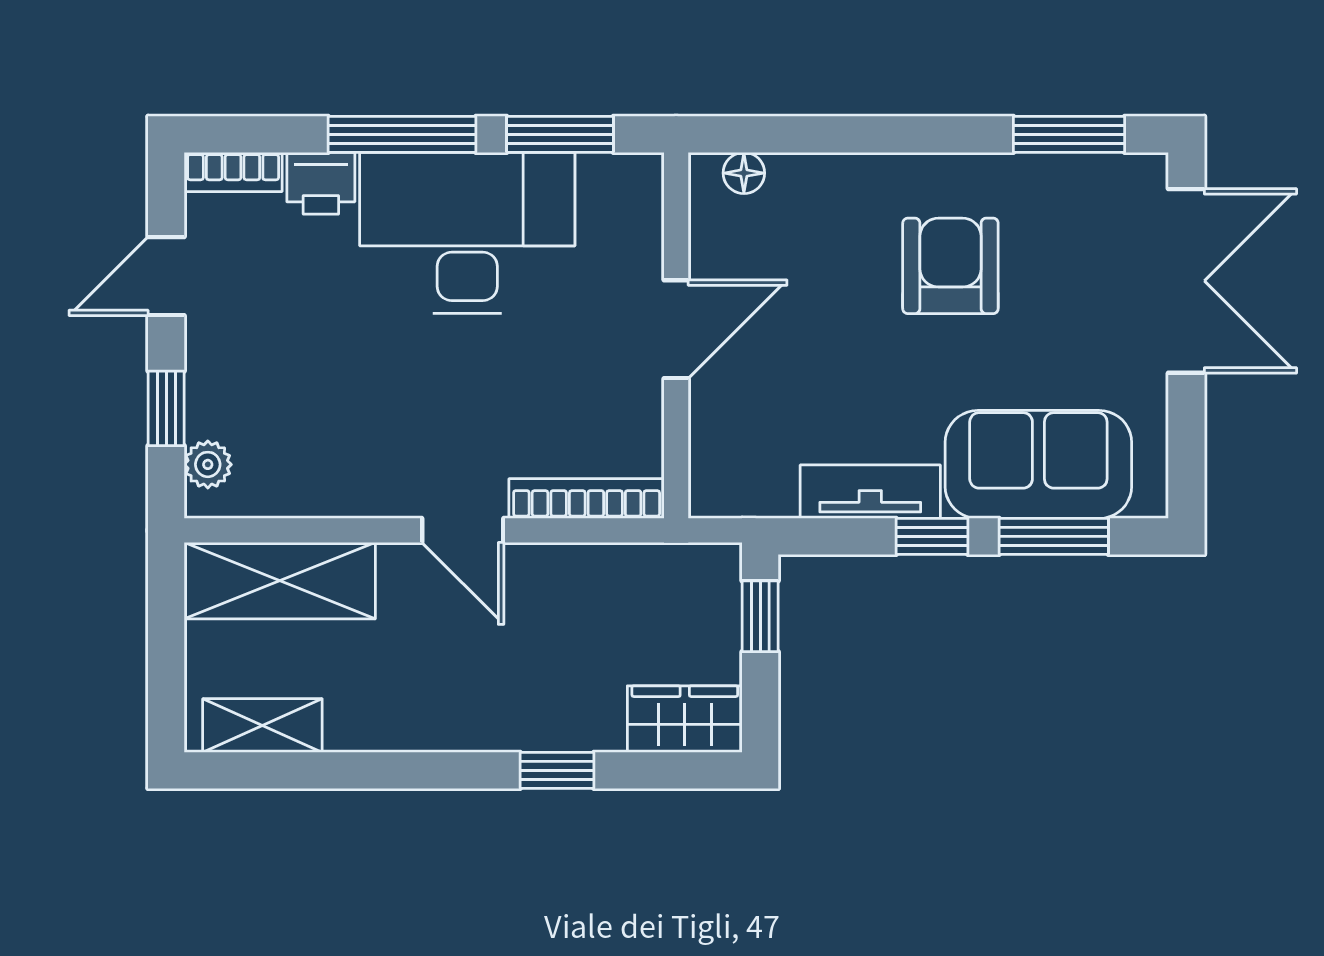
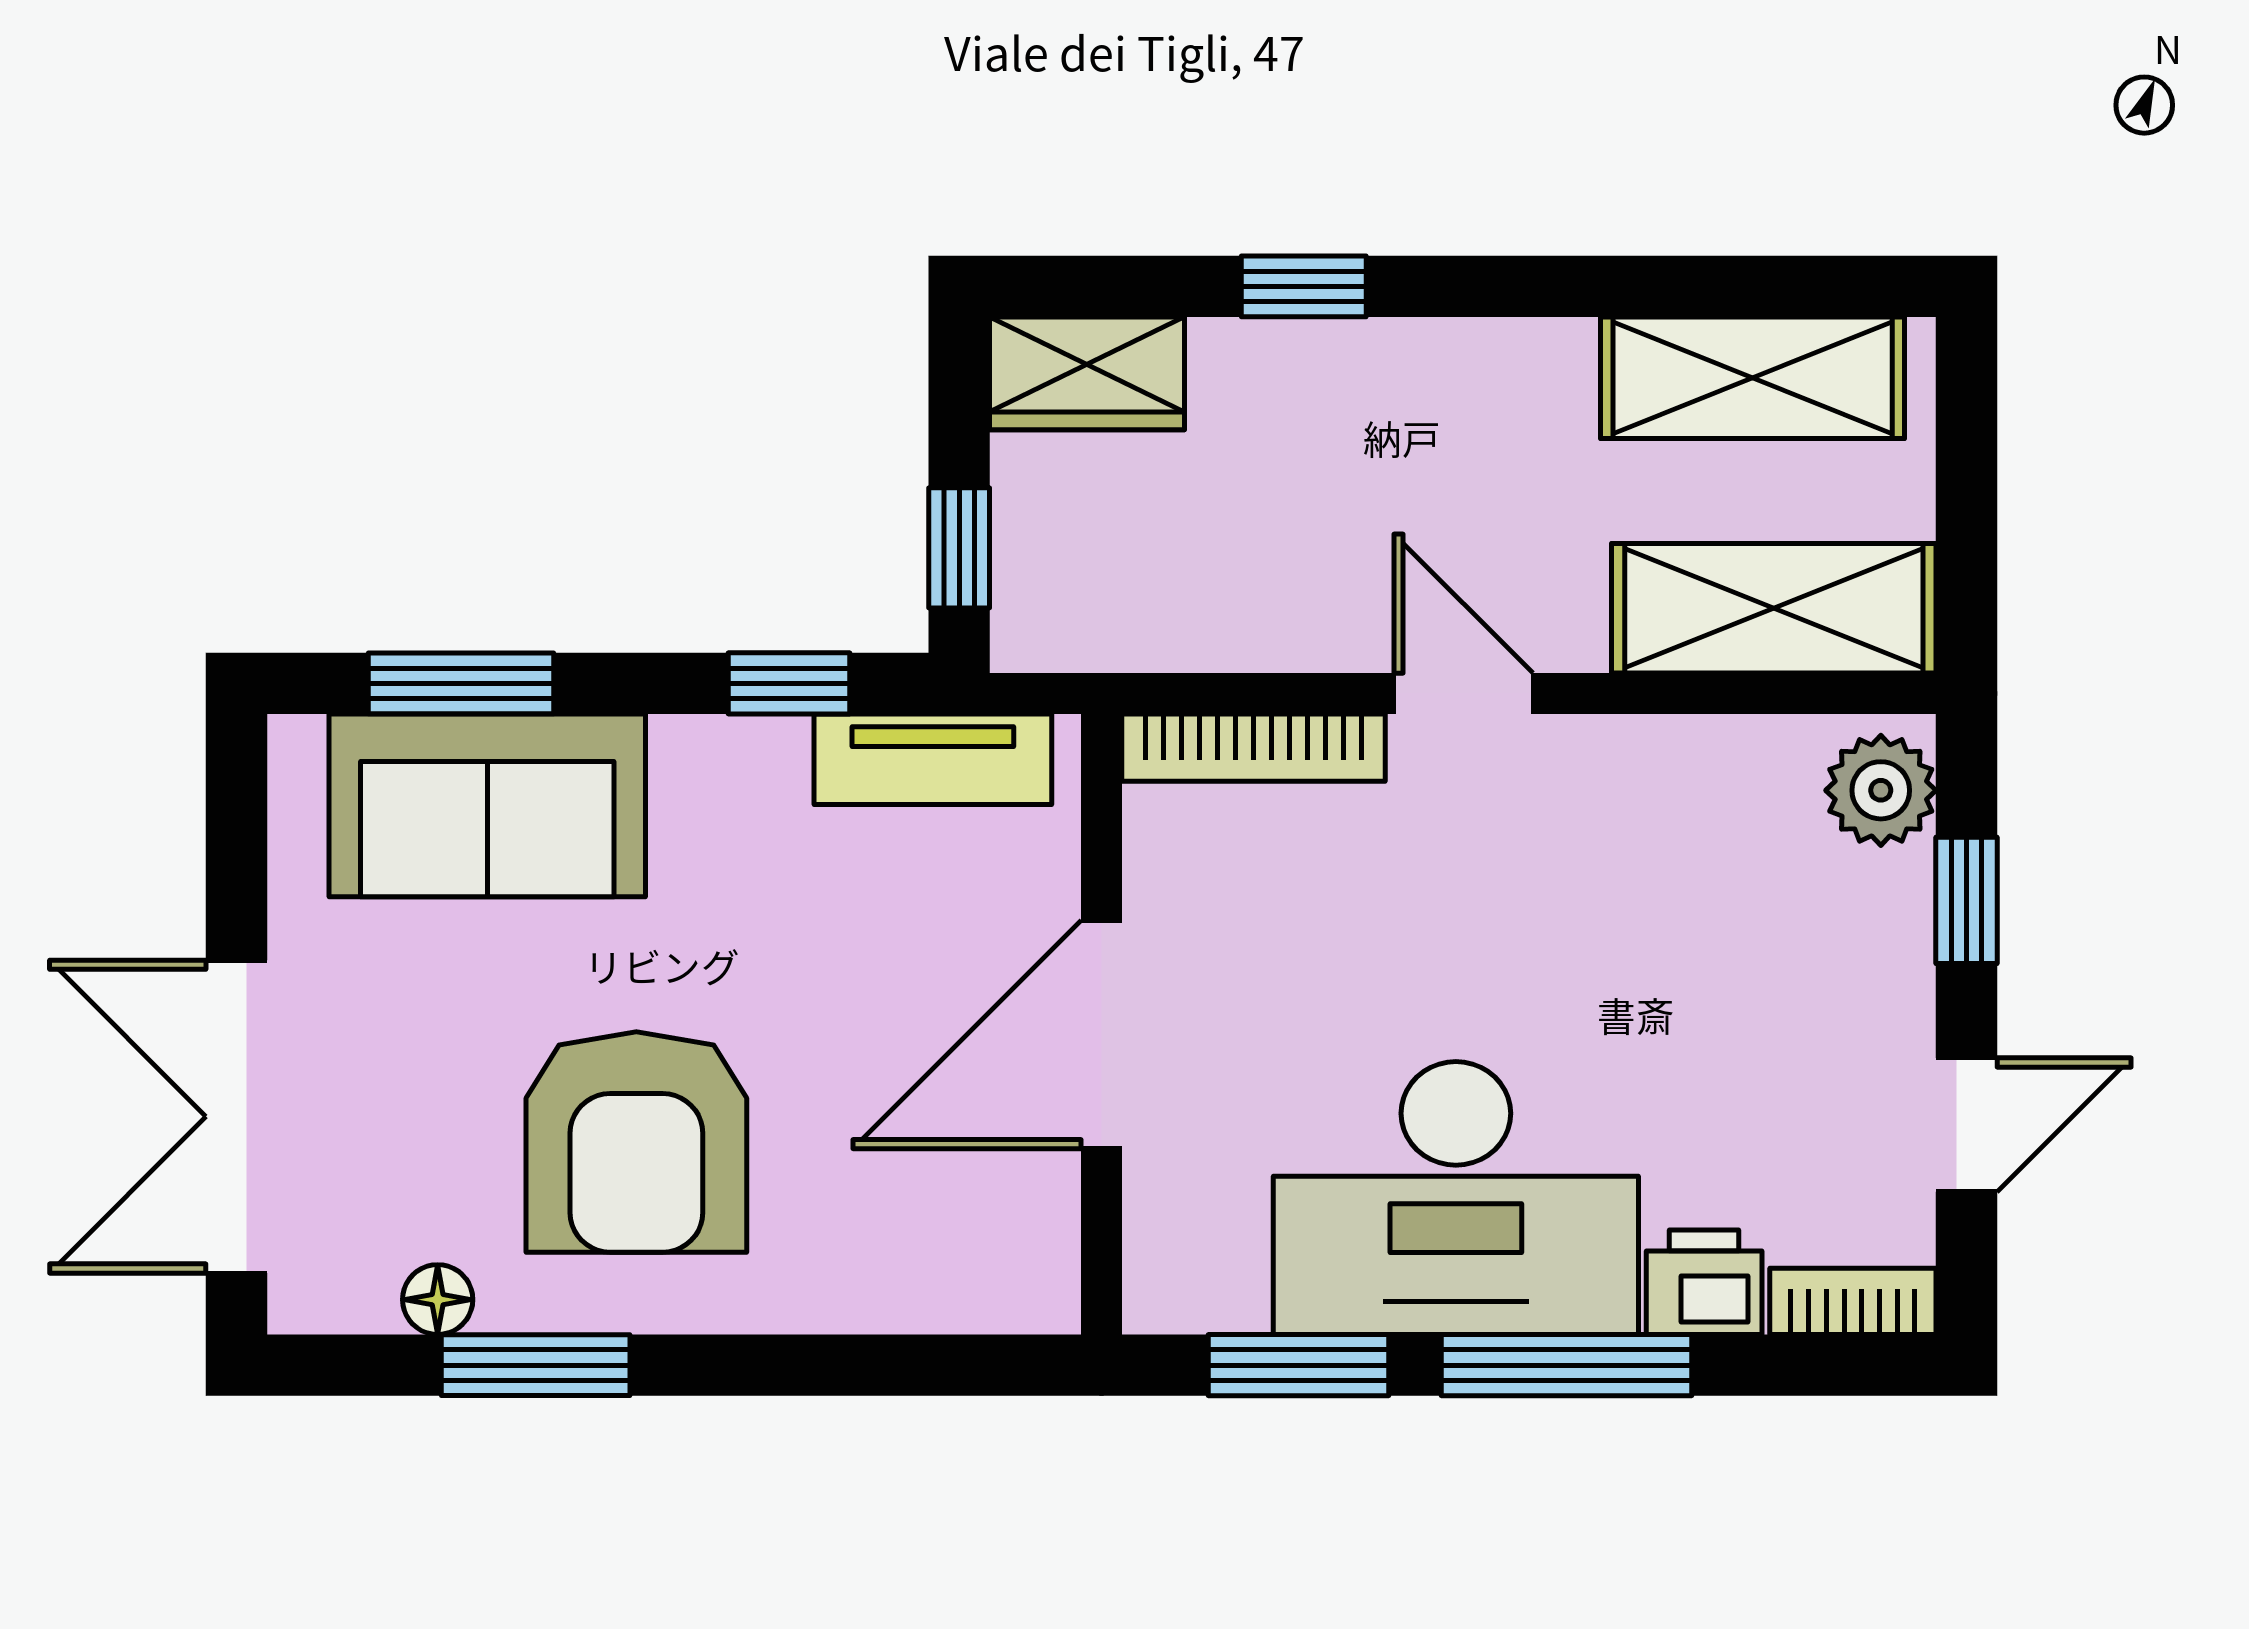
window: (1069, 134) -> (536, 1365), moved
floor lamp: (744, 173) -> (438, 1300), moved
armchair: (950, 266) -> (636, 1142), width x1.36, depth x1.36
door: (676, 329) -> (1102, 1035), width x1.36
plant: (208, 464) -> (1881, 790), width x1.38, depth x1.38
tv unit: (870, 492) -> (933, 759), moved
window: (932, 536) -> (789, 683), moved
shelving: (262, 726) -> (1753, 378), width x1.50, depth x1.33

